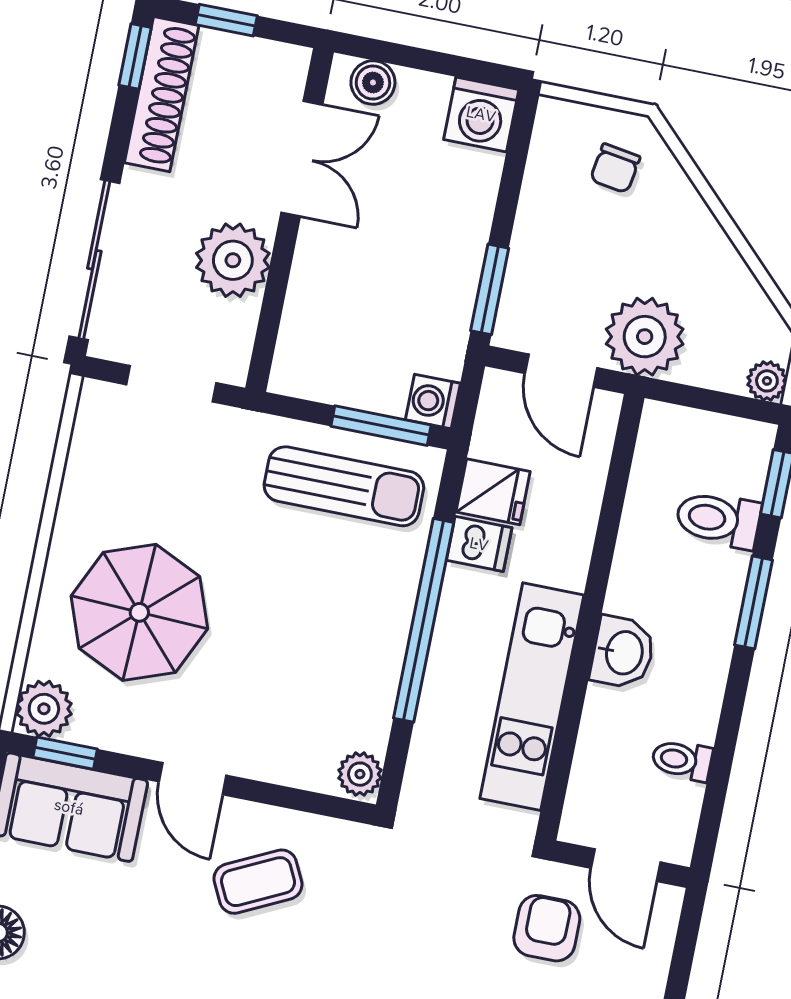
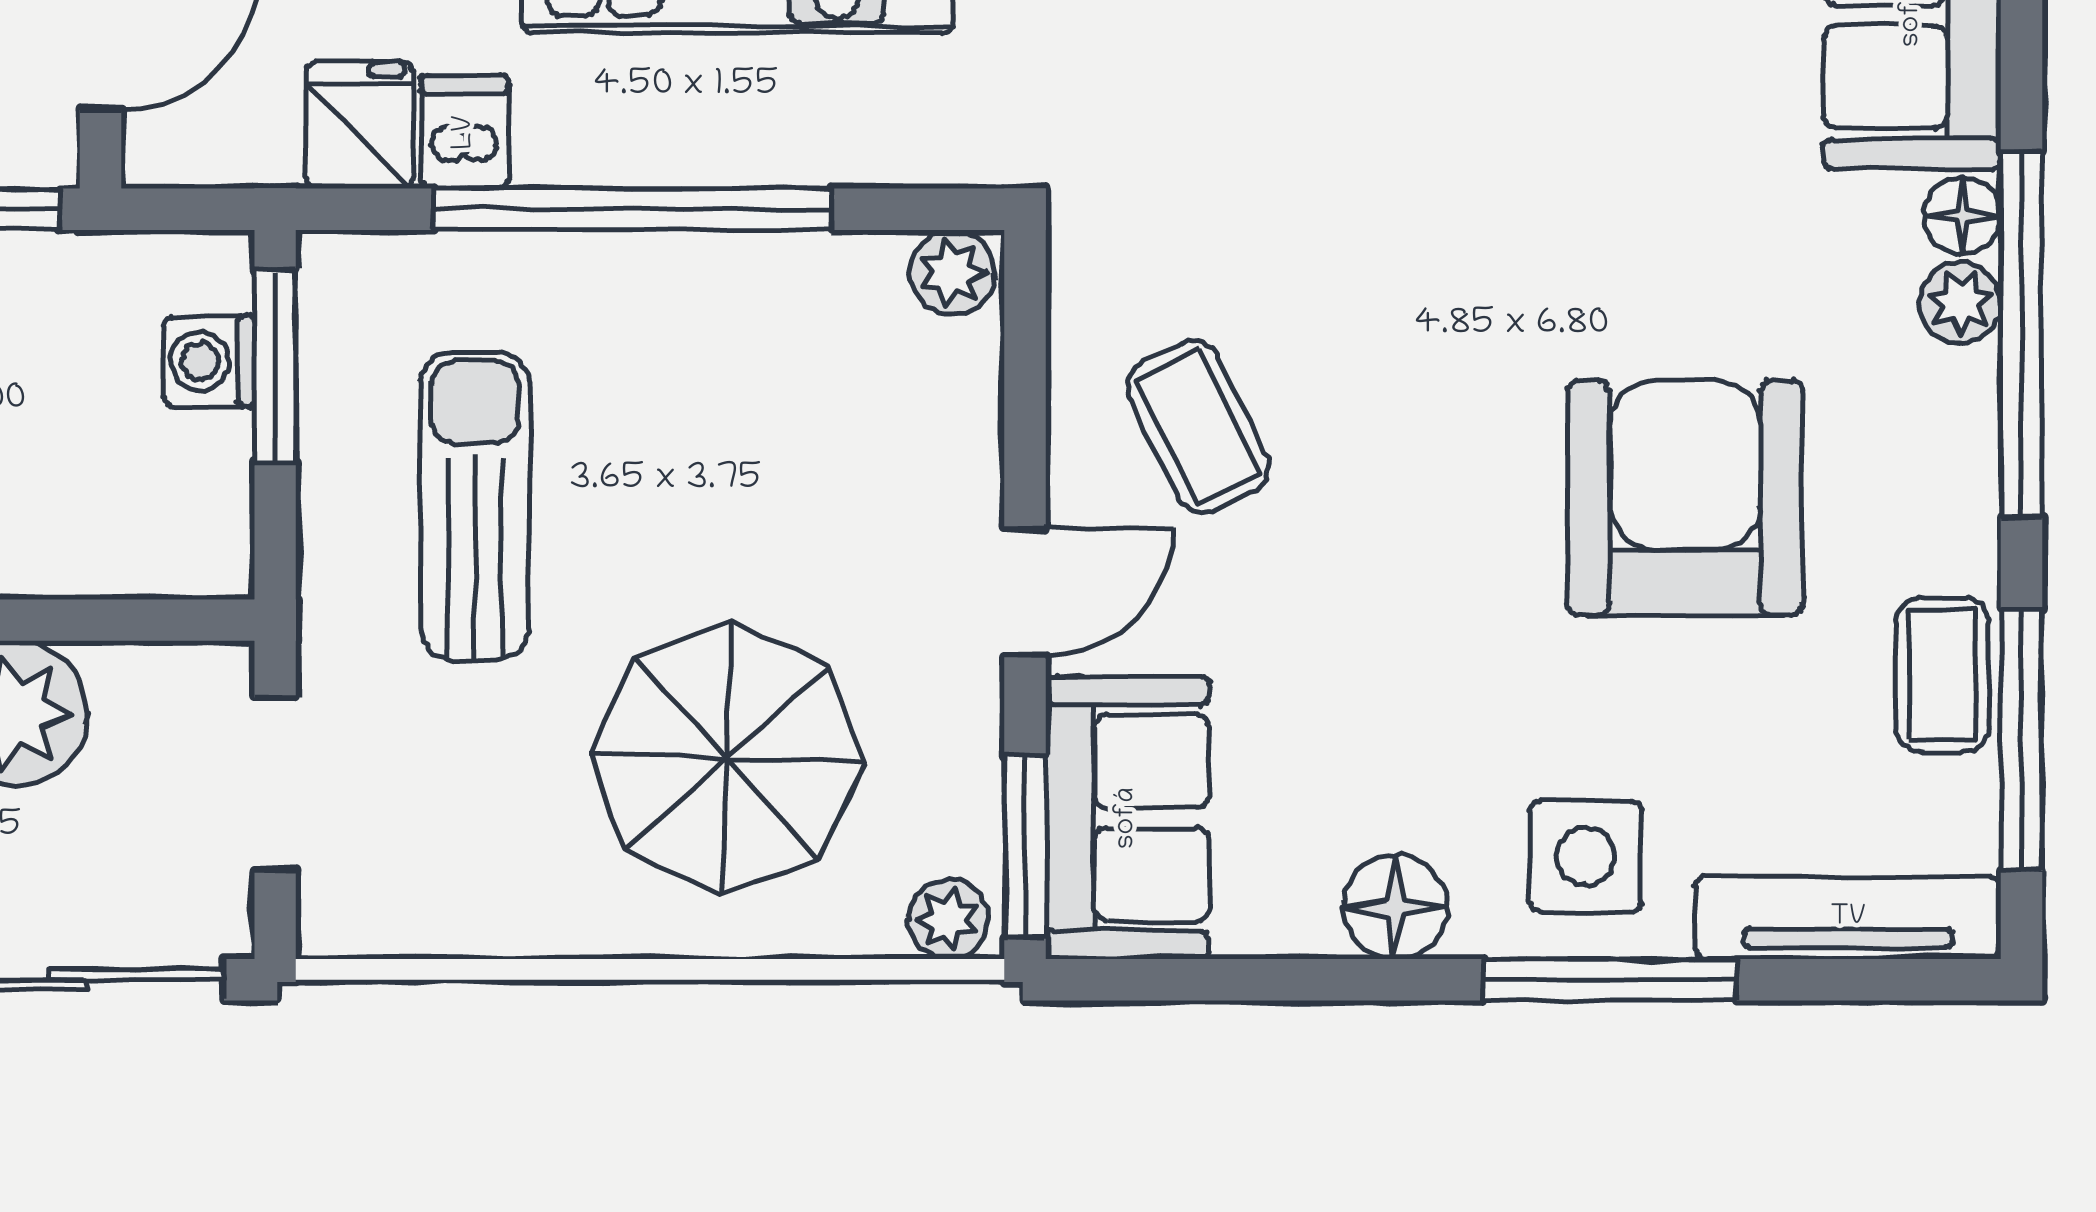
washing machine: (433, 401) -> (209, 361), moved, turned 90
sun lounger: (344, 486) -> (475, 506), moved
plant: (44, 709) -> (948, 919), width x0.73, depth x0.73
window: (65, 753) -> (1025, 847), width x1.50

